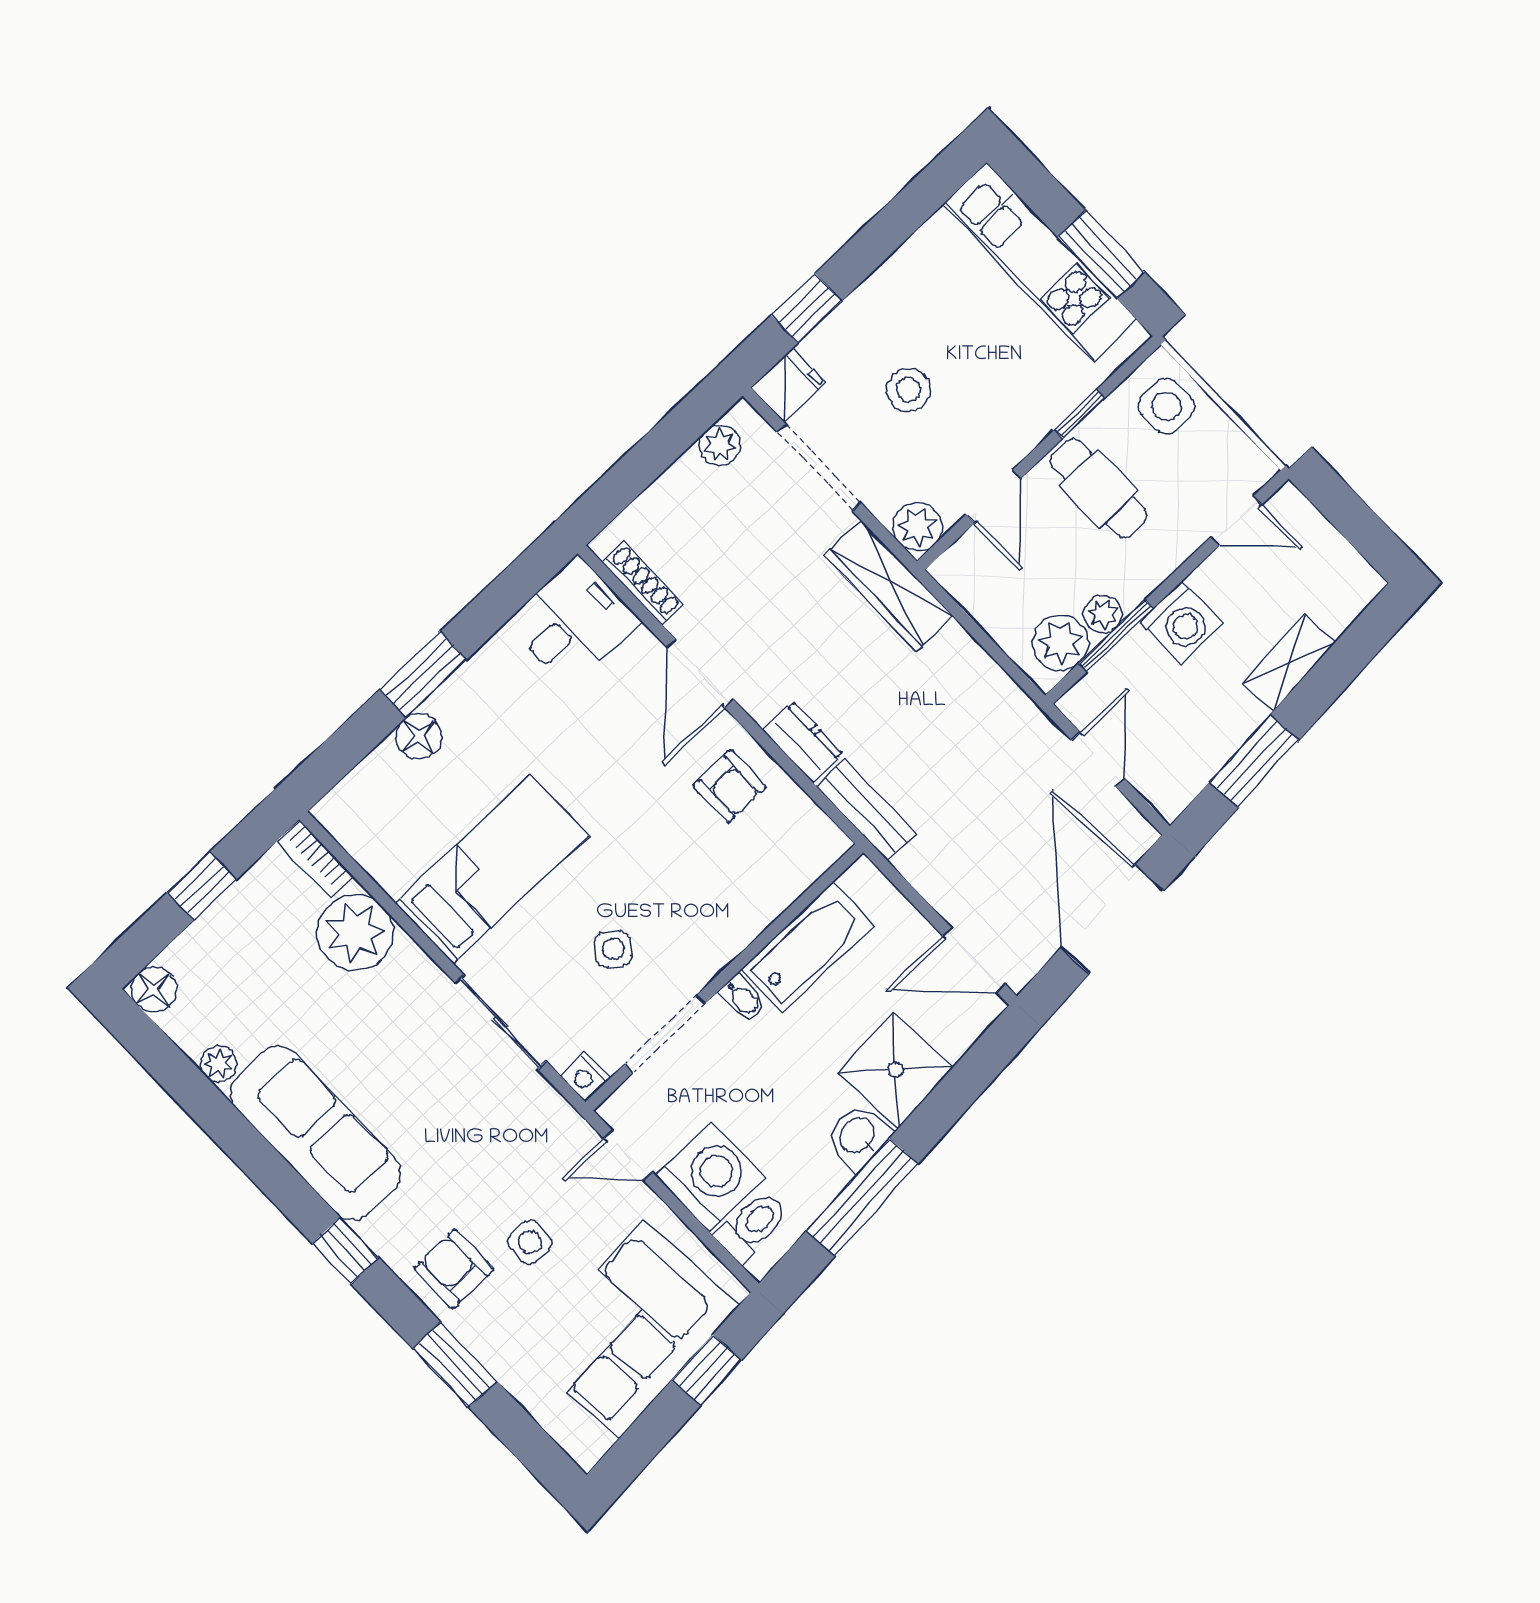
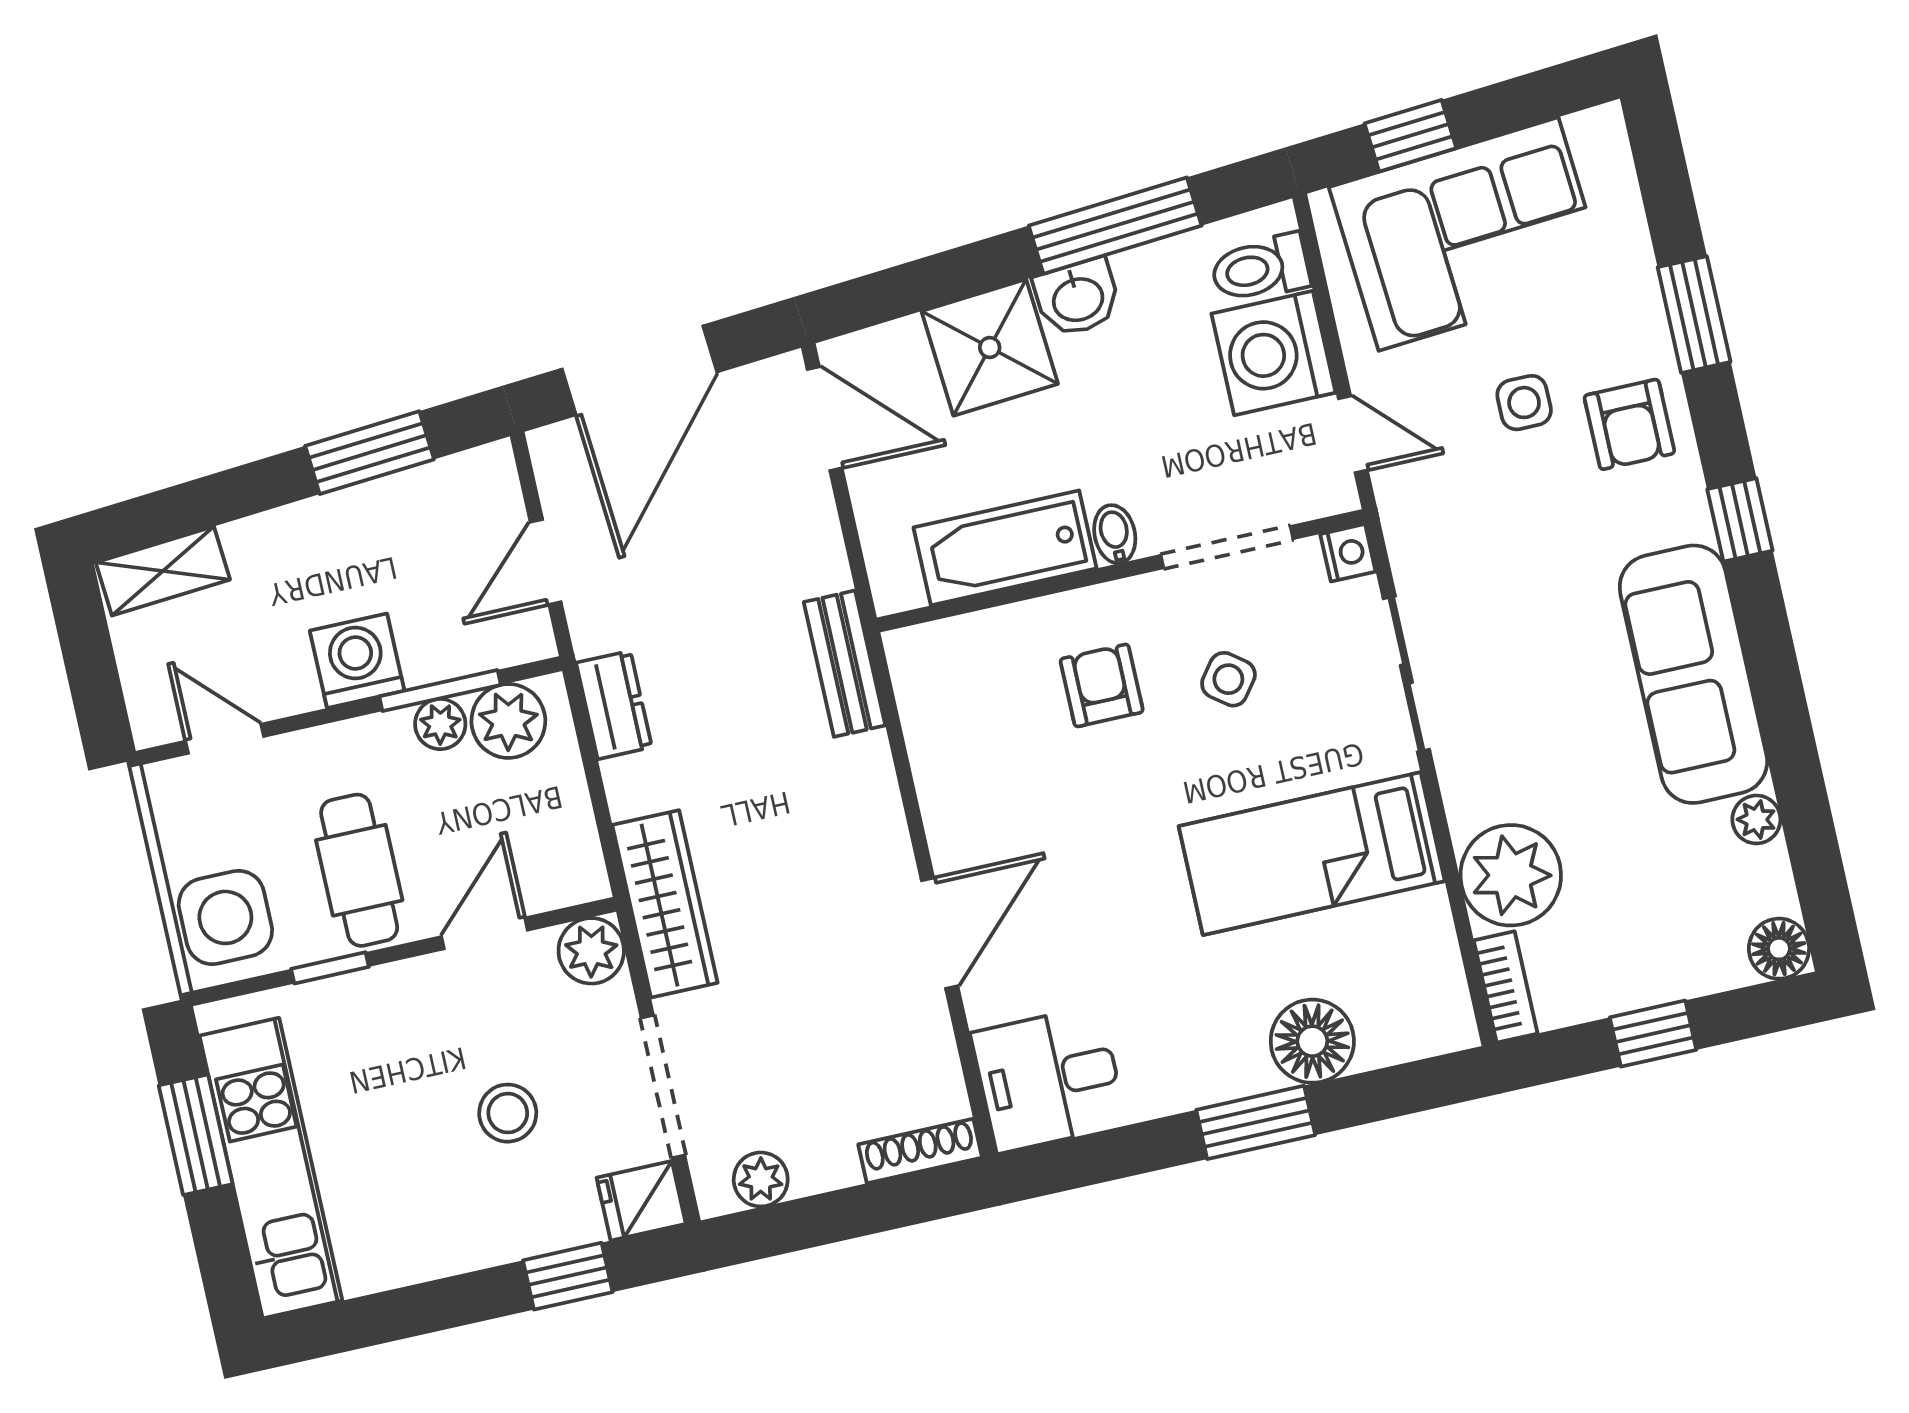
side table: (1166, 406) -> (225, 917), width x1.37, depth x1.37
shoe rack: (643, 583) -> (920, 1151), moved, turned 90
shelving: (1289, 662) -> (163, 571), moved
floor lamp: (419, 737) -> (1312, 1041), width x1.38, depth x1.38
dresser: (803, 742) -> (614, 705), moved, turned 180
armchair: (730, 786) -> (1102, 685), moved

